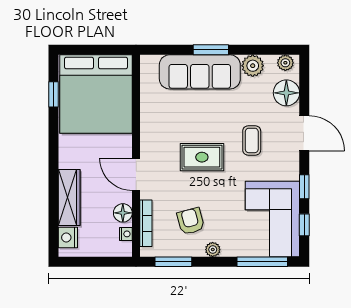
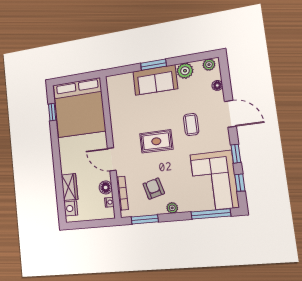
sofa: (200, 72) -> (155, 80), width x0.73
floor lamp: (286, 93) -> (217, 85), width x0.53, depth x0.53
wardrobe: (69, 198) -> (70, 187), width x0.67

